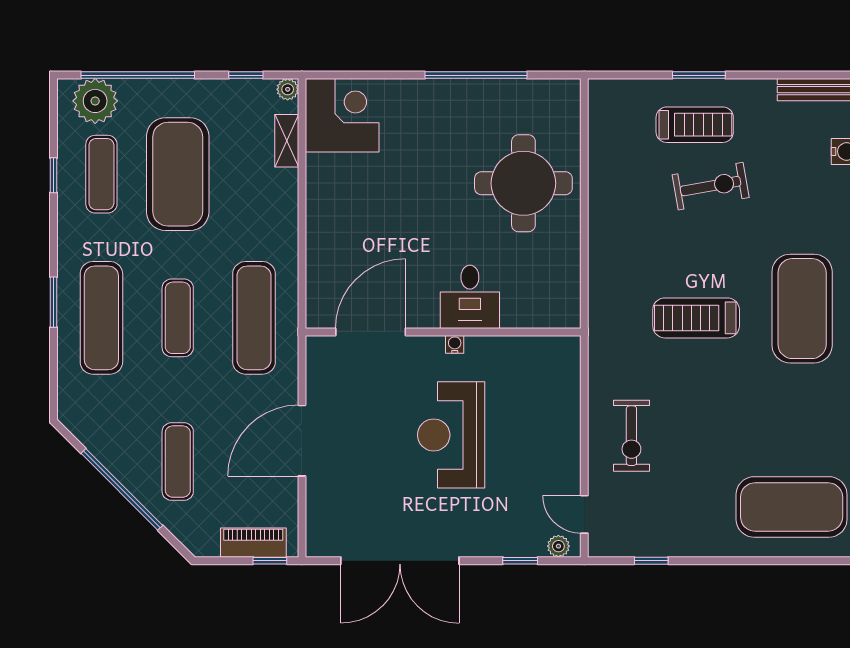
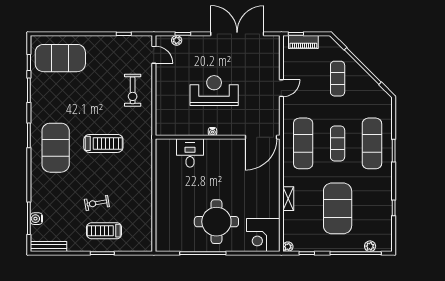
plant: (95, 101) -> (370, 246), width x0.53, depth x0.53
shelving: (287, 141) -> (288, 199), moved
exercise mat: (101, 174) -> (372, 208), removed
round table: (523, 183) -> (216, 222), moved
exercise bike: (711, 186) -> (97, 203), width x0.73, depth x0.72
desk: (470, 297) -> (190, 153), moved
door: (371, 332) -> (261, 137), moved
reception desk: (451, 435) -> (214, 91), turned -90
exercise bike: (631, 436) -> (133, 90), turned 180
door: (302, 441) -> (281, 88), width x0.53
plant: (558, 546) -> (177, 40), moved

